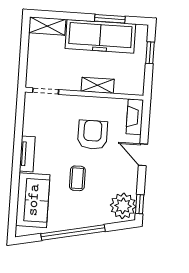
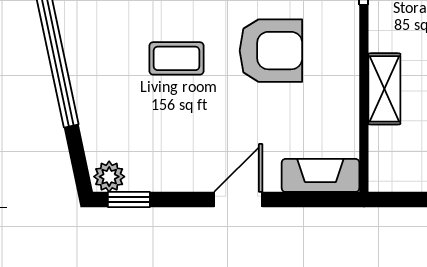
armchair: (93, 135) -> (271, 51), moved
plant: (123, 206) -> (109, 177), width x0.53, depth x0.53

